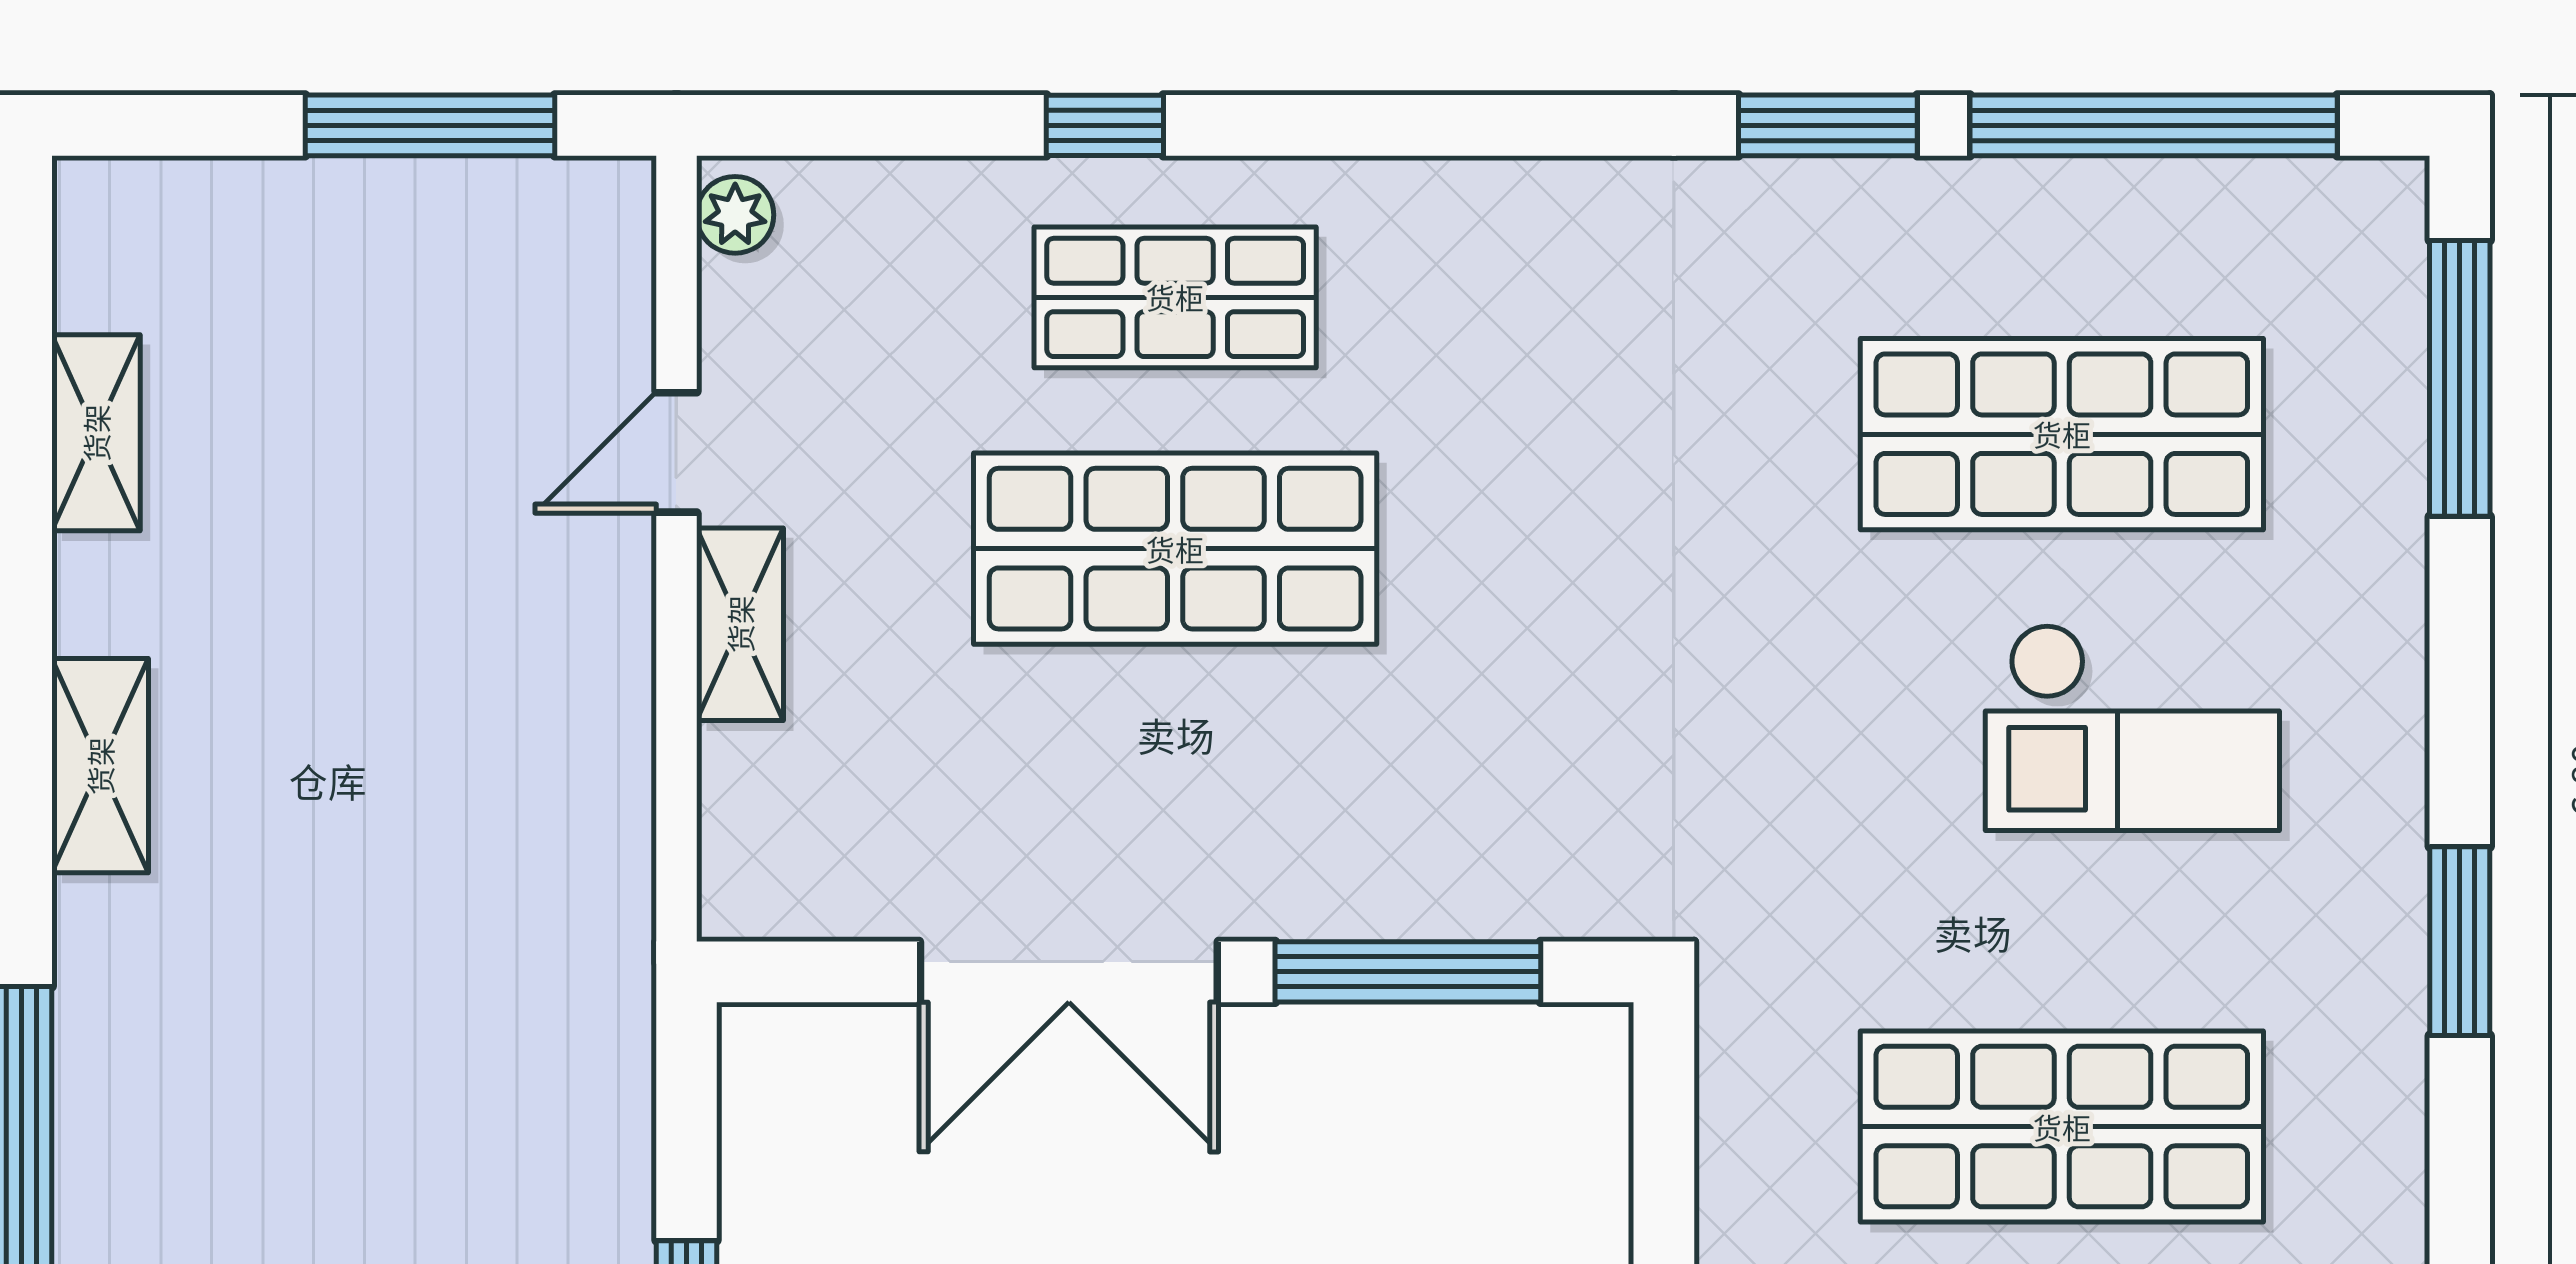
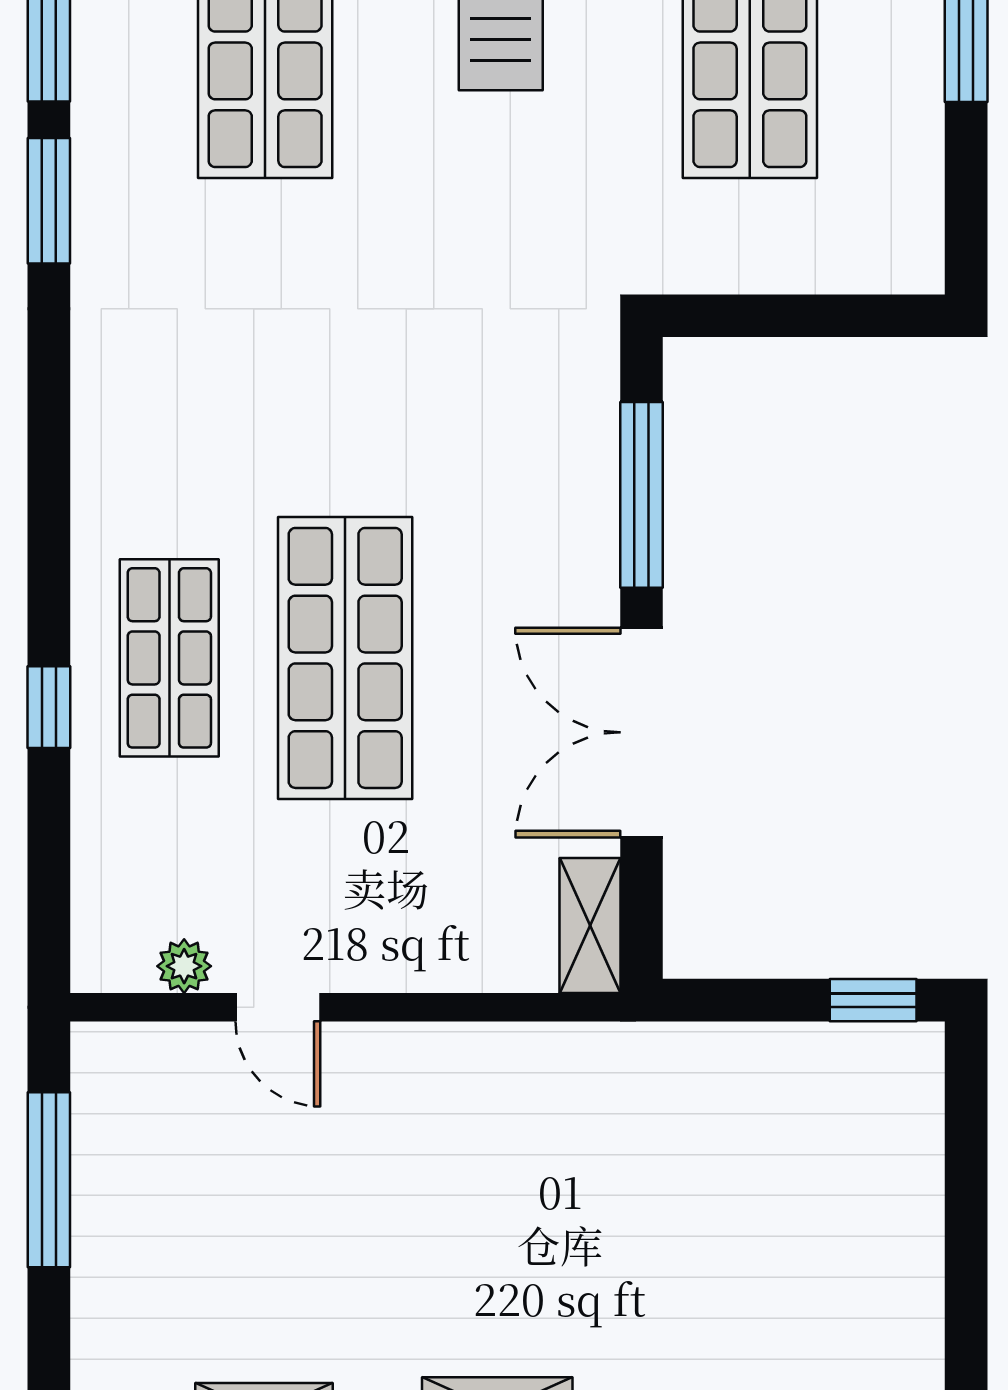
plant: (735, 215) -> (184, 966), moved
shelving: (740, 624) -> (590, 926), moved, turned 90
double door: (1069, 972) -> (642, 732), swing flipped

